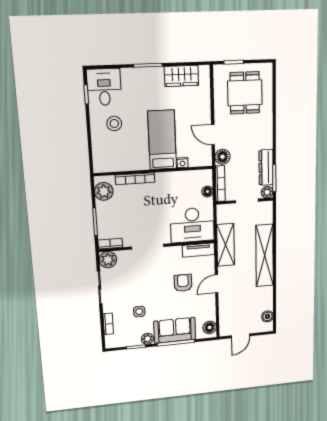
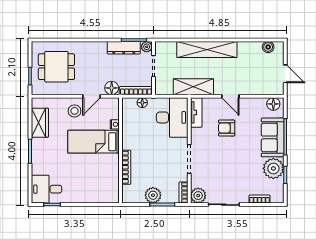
stool: (114, 123) -> (74, 111), moved
plant: (104, 191) -> (153, 195), moved
side table: (139, 312) -> (250, 170), removed
plant: (147, 339) -> (273, 168), width x1.87, depth x1.87

